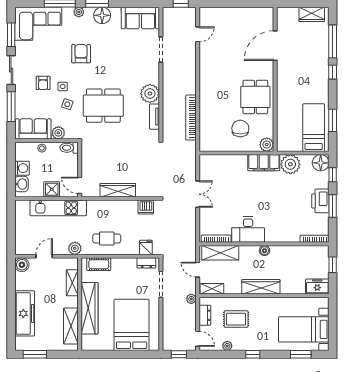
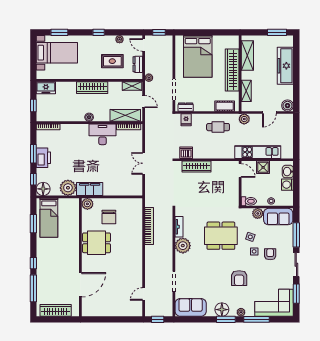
wardrobe: (312, 14) -> (56, 310), width x1.50
dining table: (255, 97) -> (97, 243), turned 90
wardrobe: (118, 190) -> (197, 167), moved

